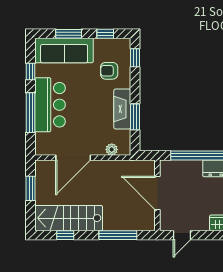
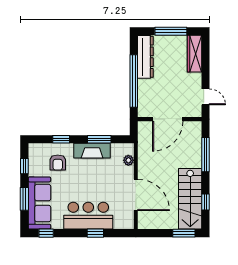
window: (135, 58) -> (61, 139), moved
window: (31, 72) -> (46, 233), moved
window: (31, 113) -> (95, 233), width x0.46
window: (31, 188) -> (184, 233), moved

